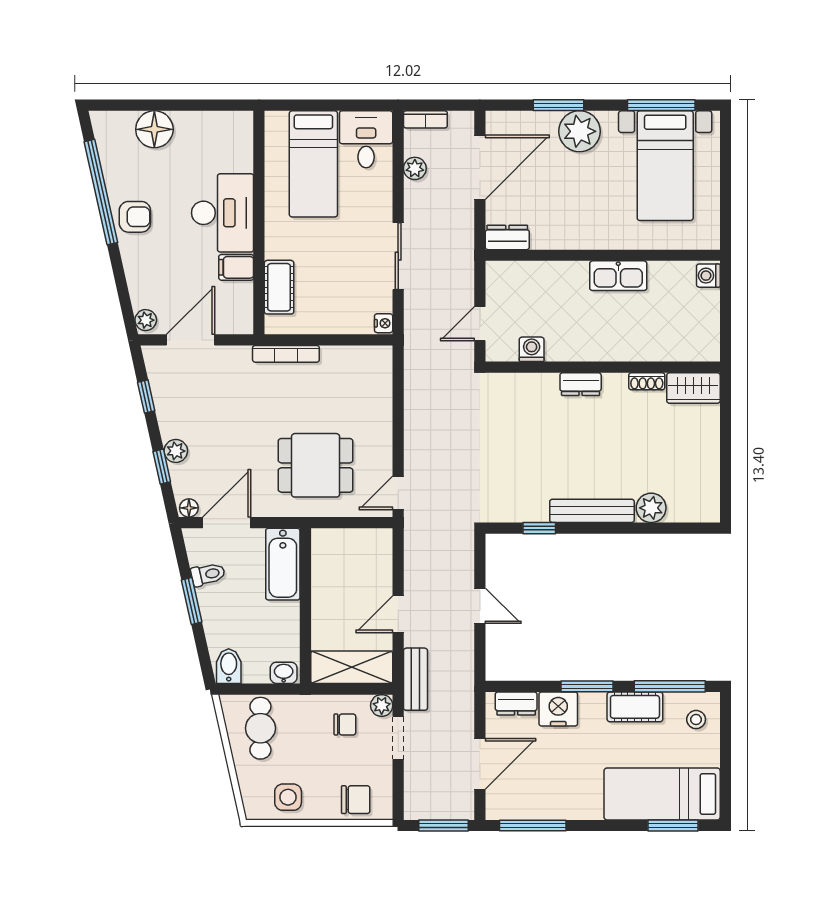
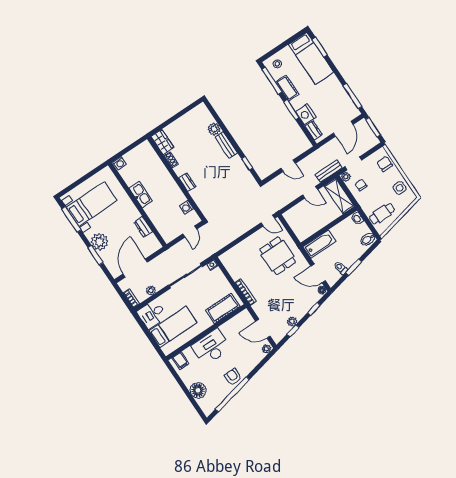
door: (480, 167) -> (135, 268), hinge flipped
dresser: (507, 237) -> (143, 227), moved
sliding door: (398, 256) -> (185, 276), width x1.37
filing cabinet: (236, 267) -> (180, 361), moved
cot: (279, 287) -> (223, 308), width x1.37, depth x1.34
door: (480, 324) -> (190, 232), hinge flipped
plant: (176, 451) -> (292, 321), moved
bench: (592, 511) -> (226, 145), width x0.73
door: (480, 606) -> (288, 166), swing flipped
door: (480, 764) -> (343, 129), swing flipped

